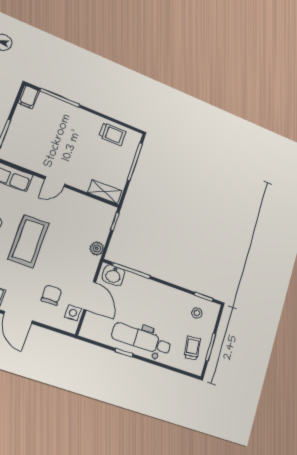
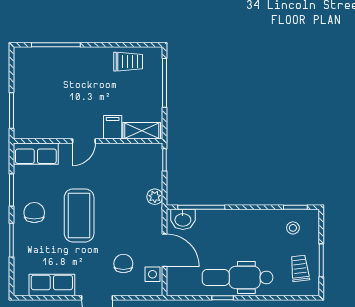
filing cabinet: (29, 97) -> (113, 127), moved, turned 180

